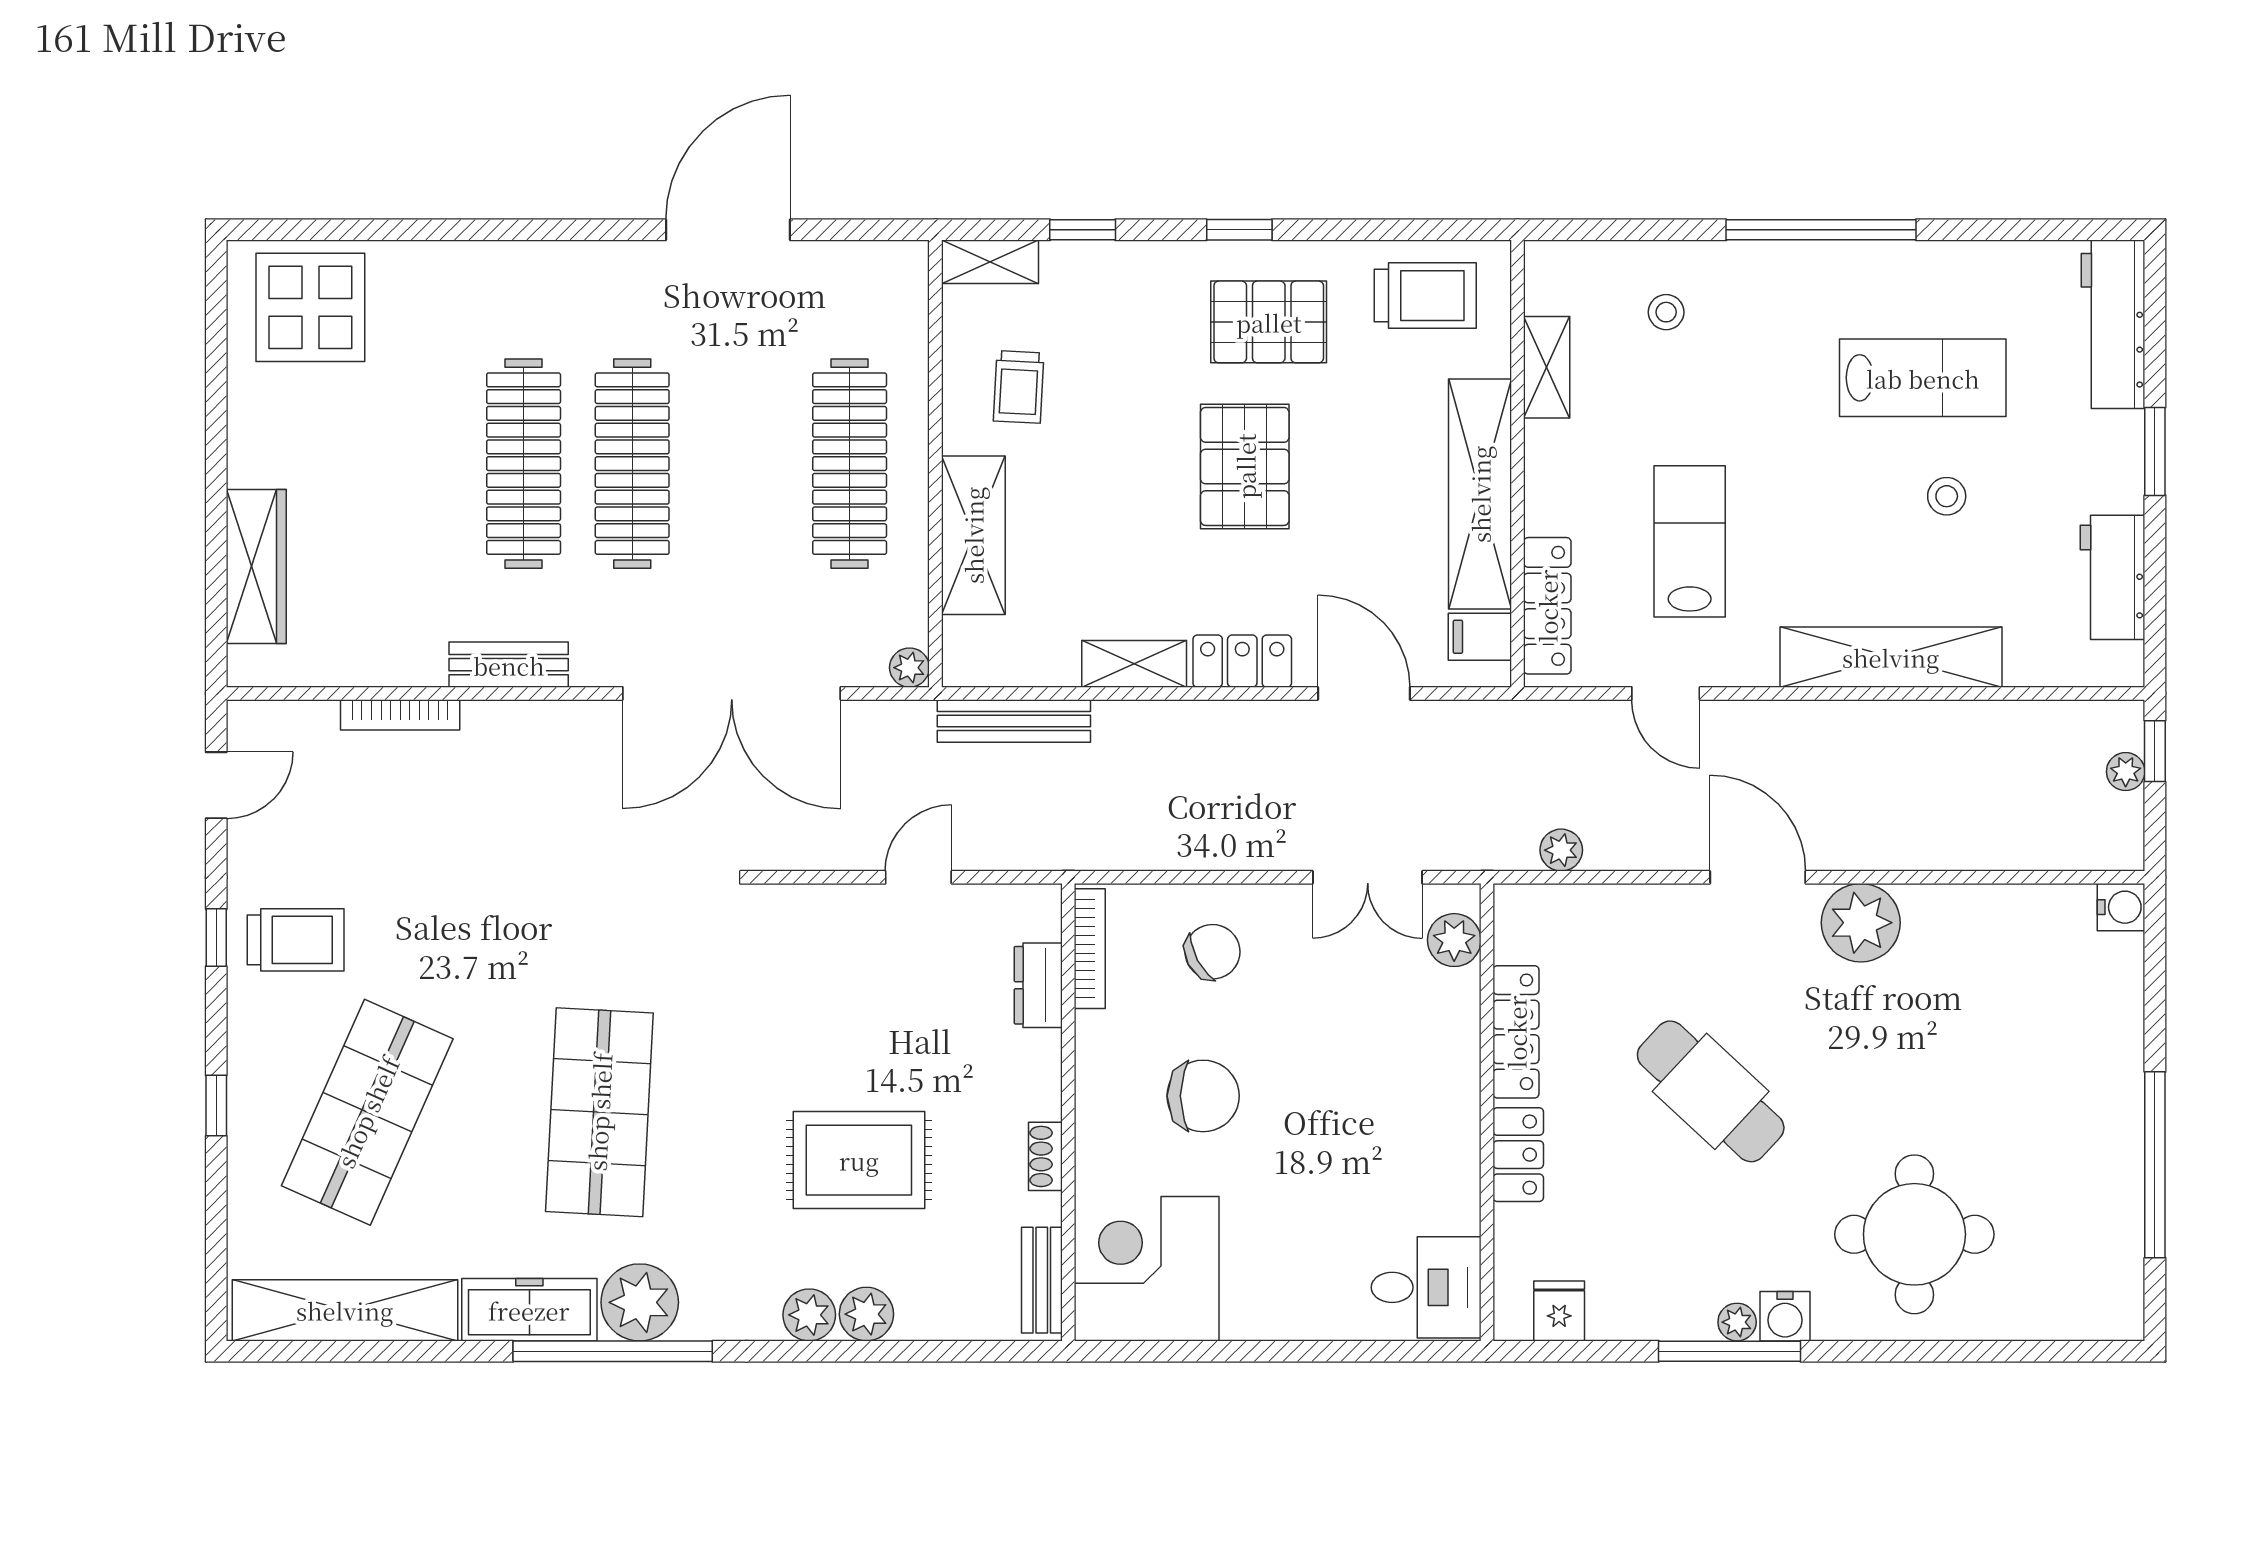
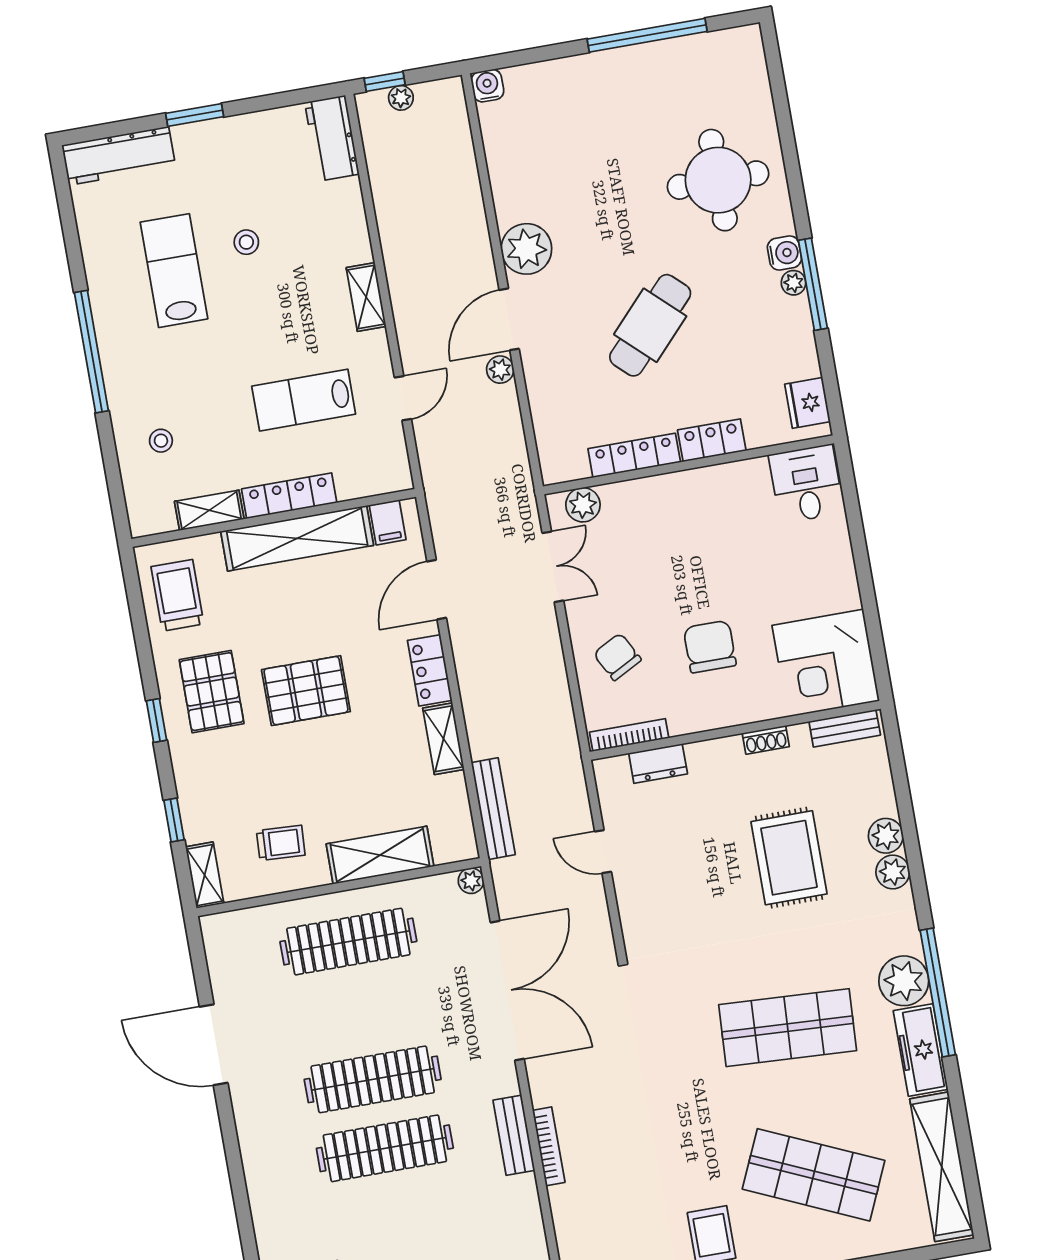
workbench: (2113, 577) -> (332, 138), moved, turned 90
locker: (1547, 606) -> (289, 496), moved
shelving: (1891, 657) -> (366, 297), width x0.45, depth x0.75
bookcase: (400, 715) -> (549, 1146), moved
plant: (1561, 850) -> (500, 370), moved
fridge: (1559, 1311) -> (807, 403), width x1.38

